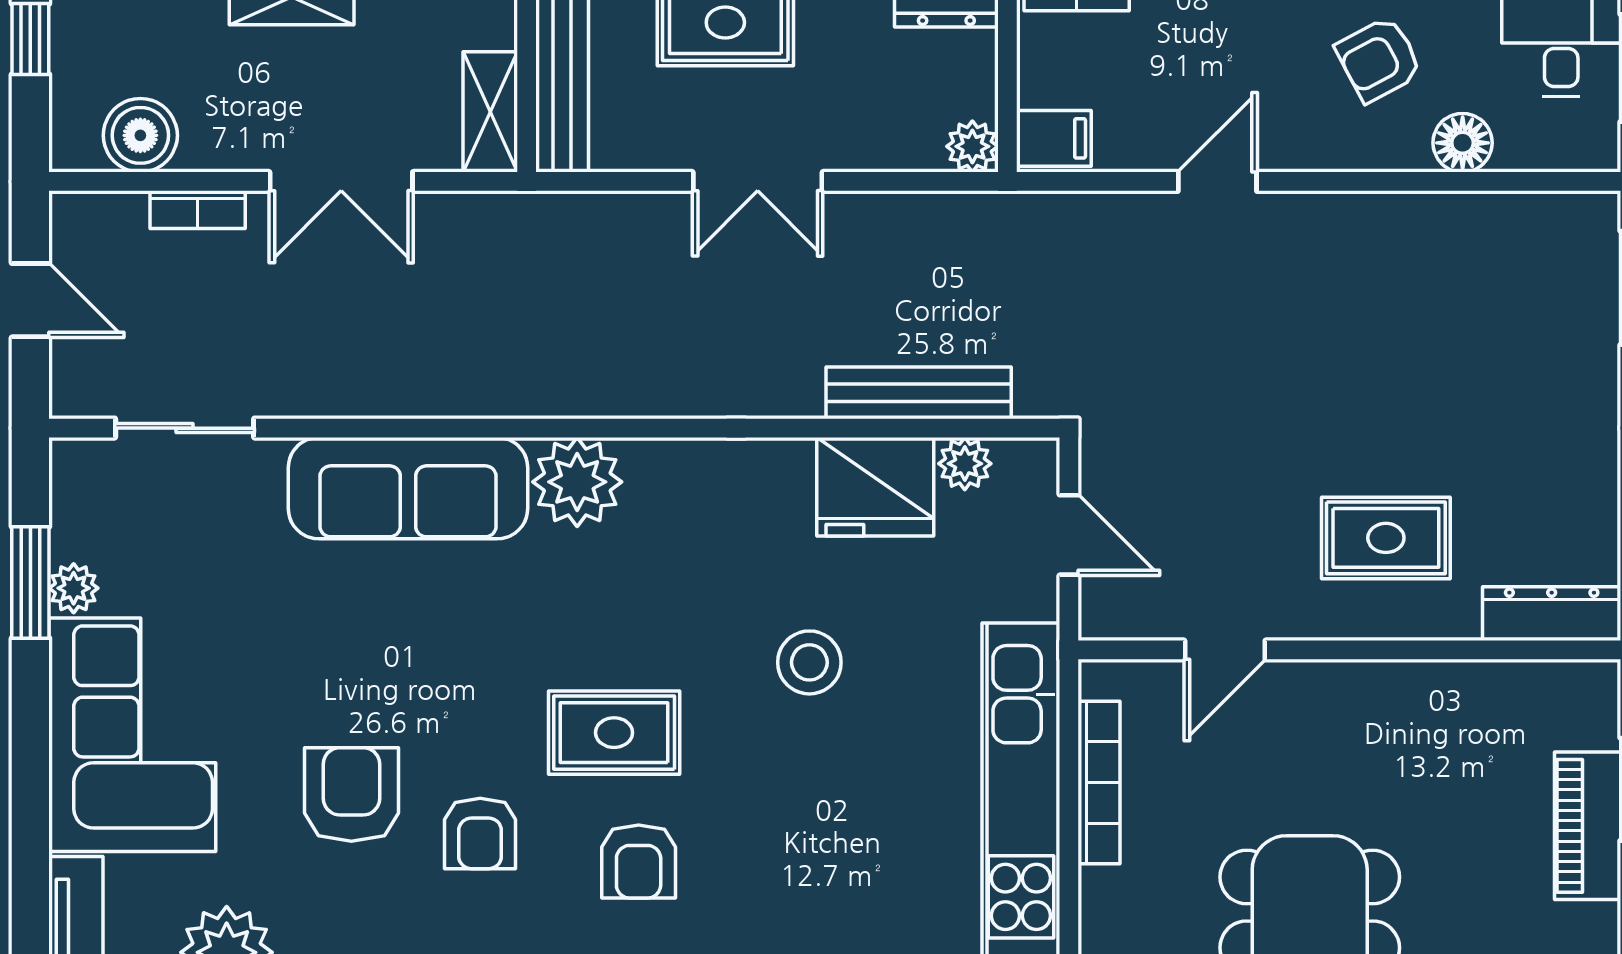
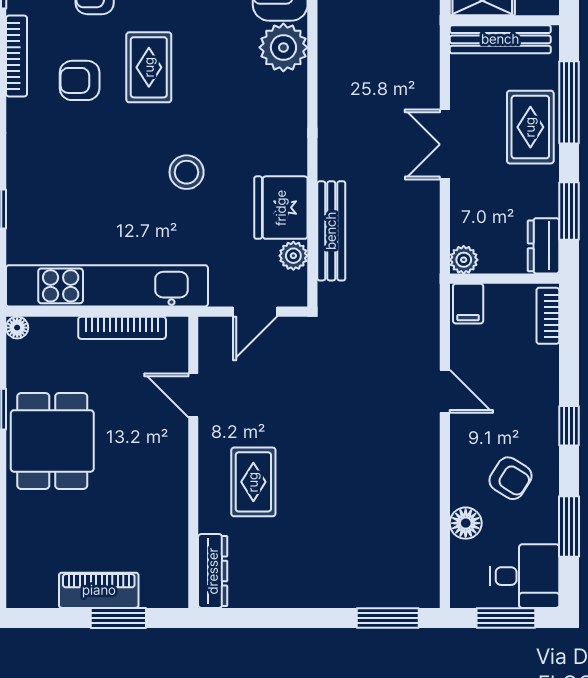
armchair: (1379, 59) -> (511, 478), turned 150

